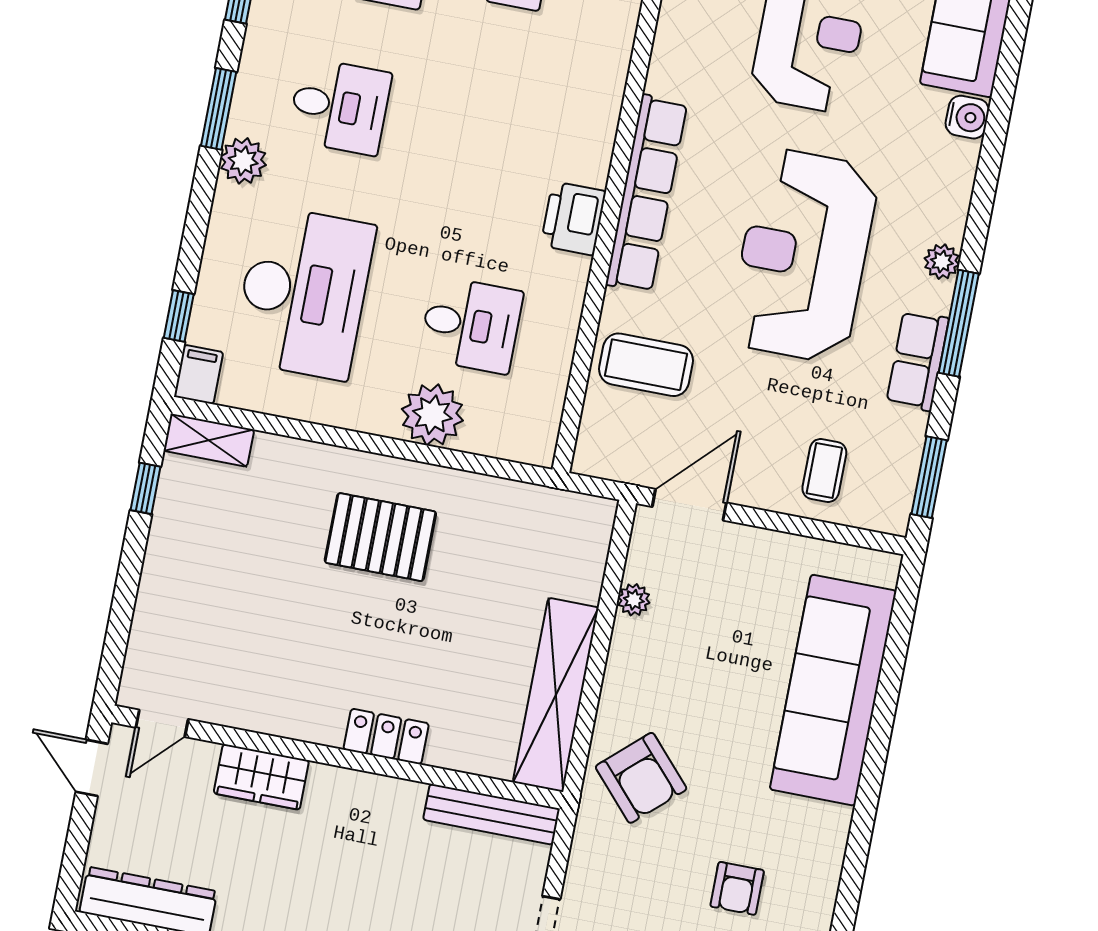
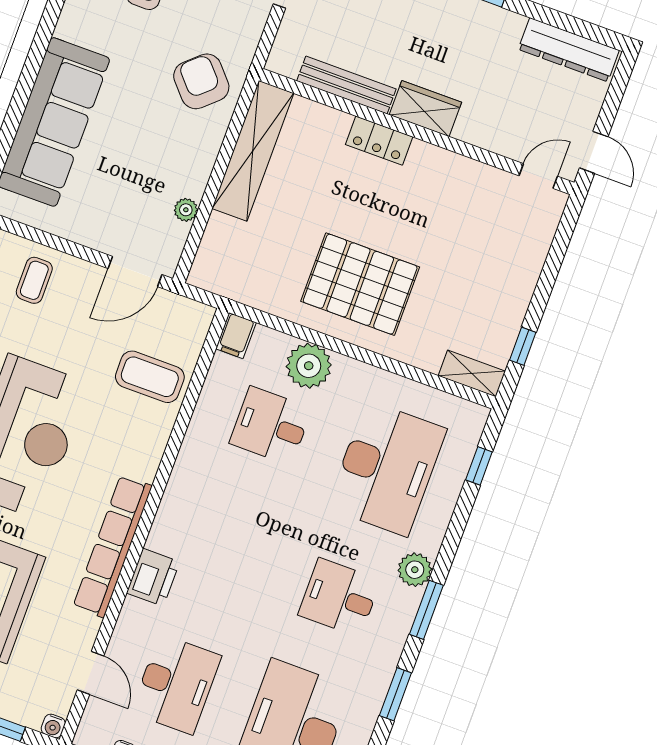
row of seats: (646, 194) -> (112, 546), moved
printer: (573, 218) -> (153, 577), moved
desk: (304, 293) -> (387, 468), turned 180
filing cabinet: (199, 374) -> (236, 336), moved
pallet: (380, 537) -> (360, 284), width x1.37, depth x1.41
wardrobe: (261, 777) -> (425, 109), moved
bench: (491, 814) -> (346, 85), moved

